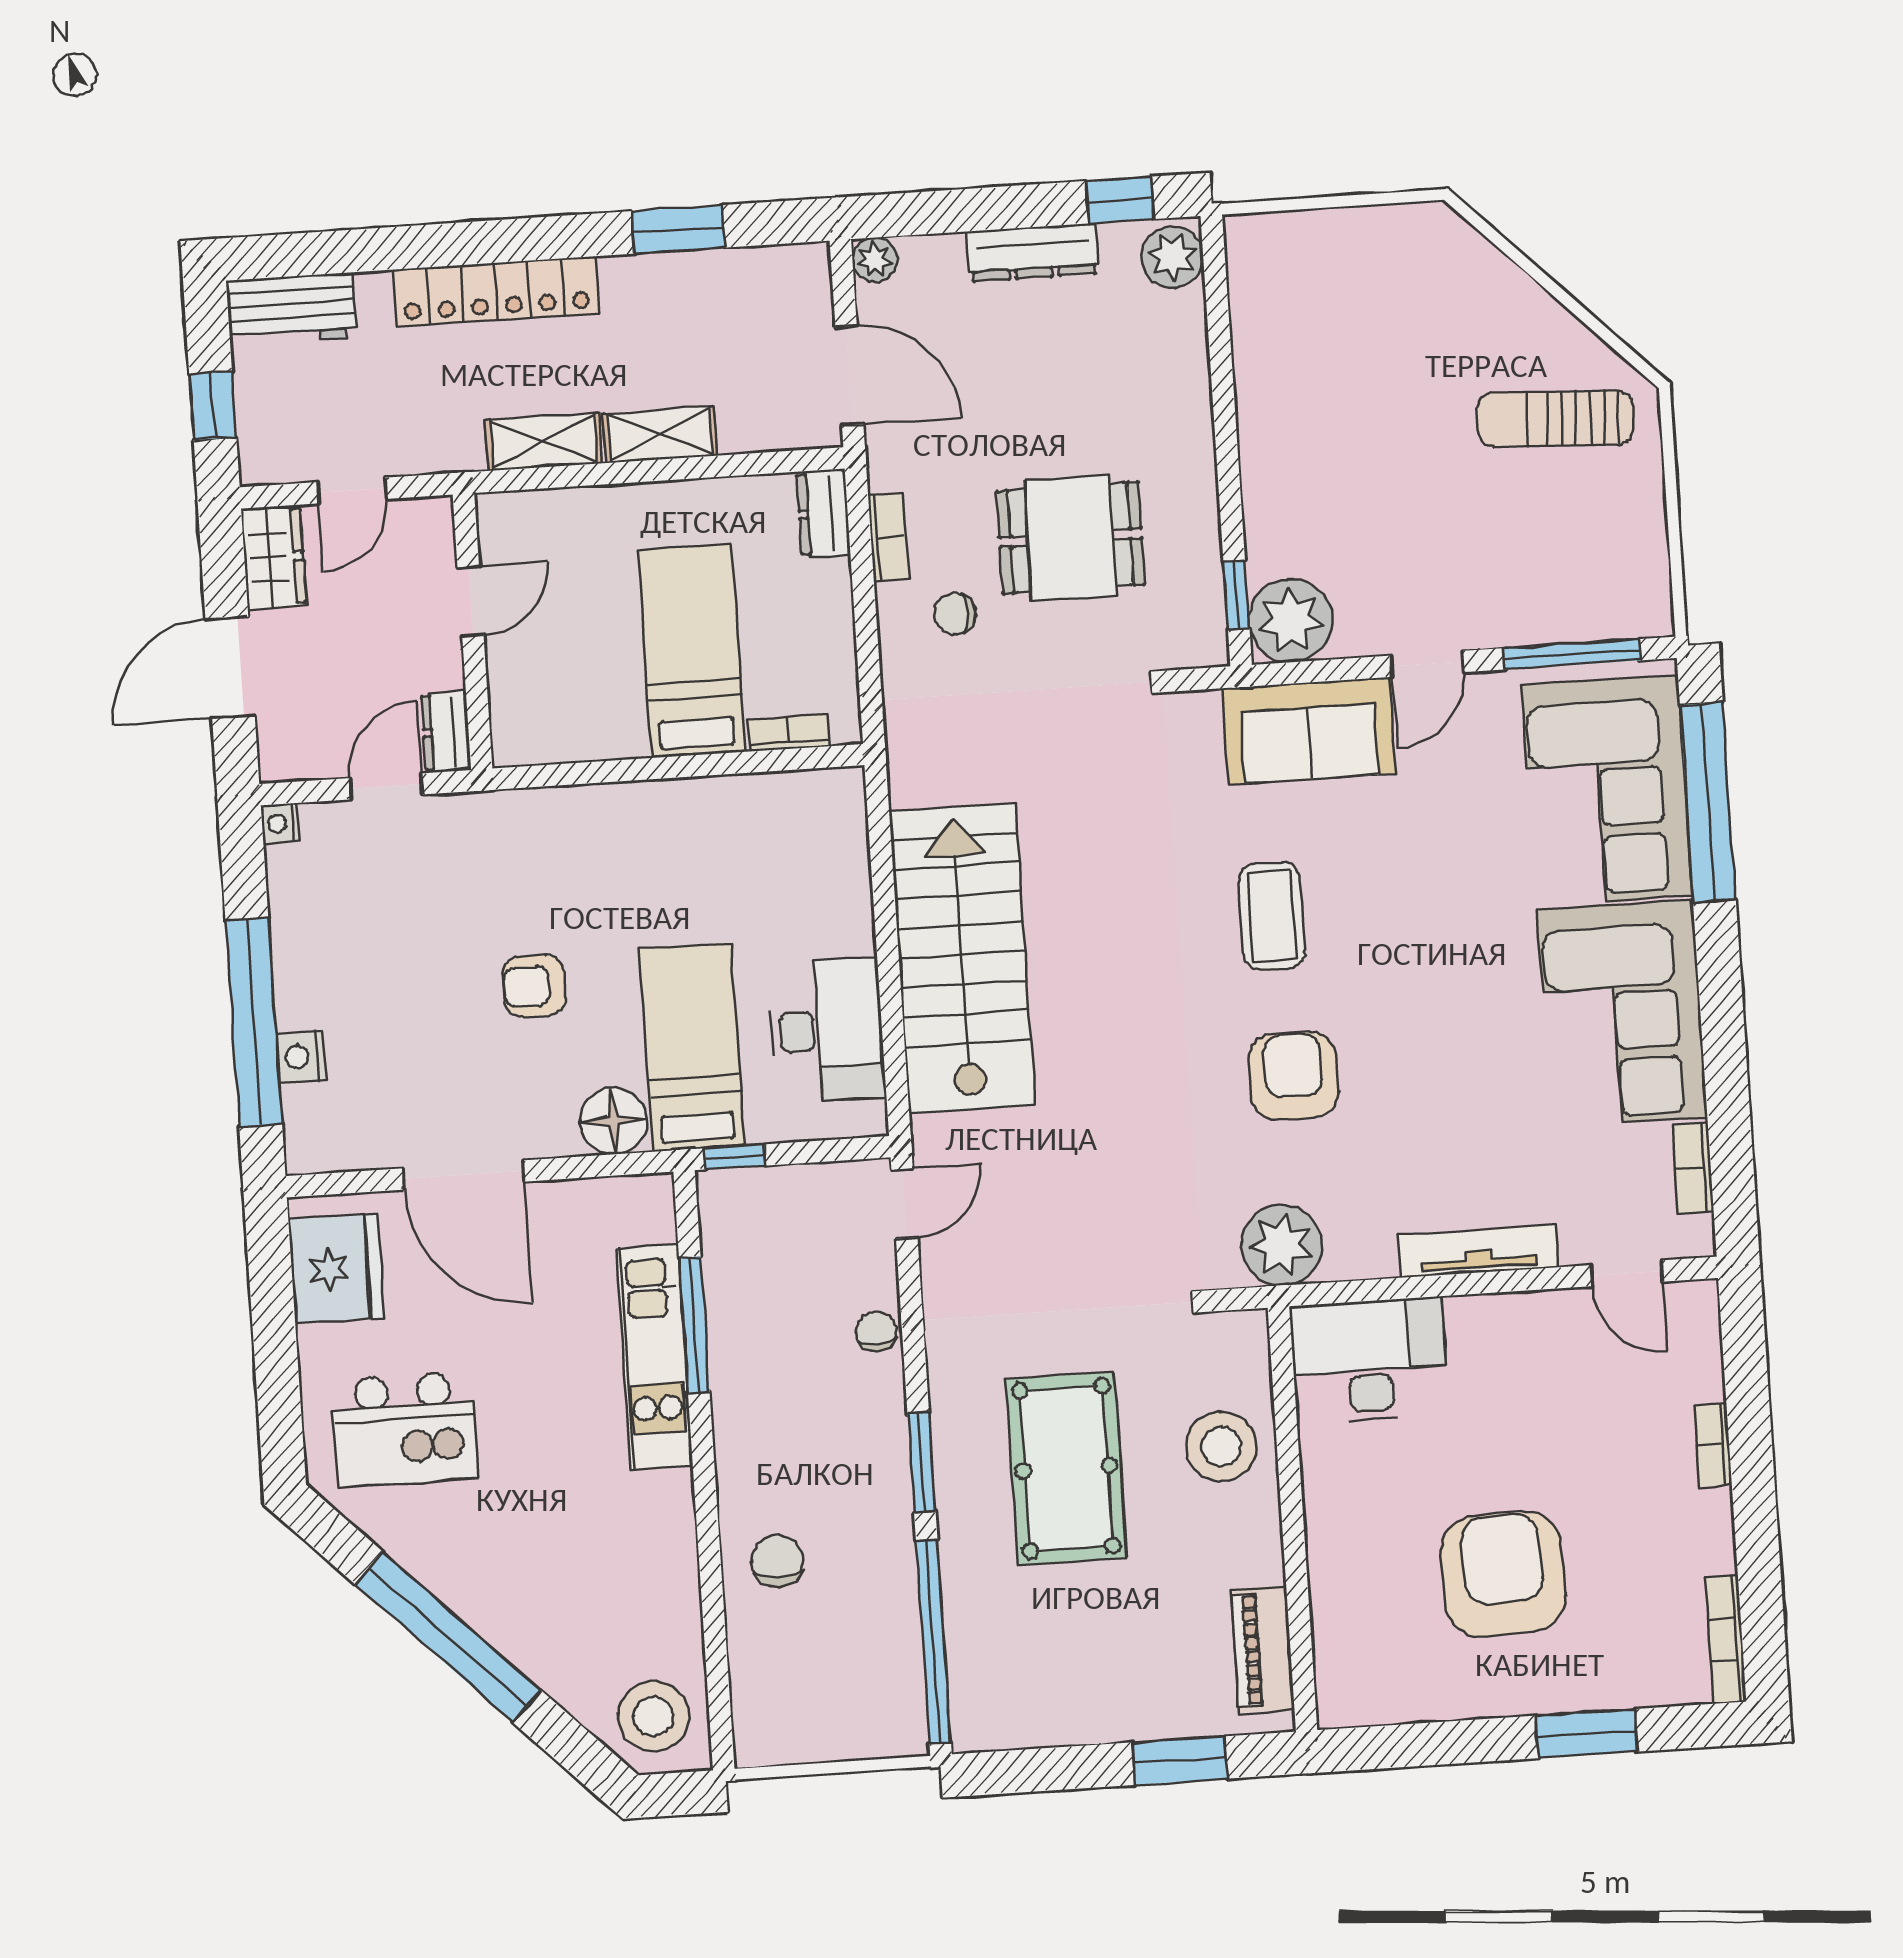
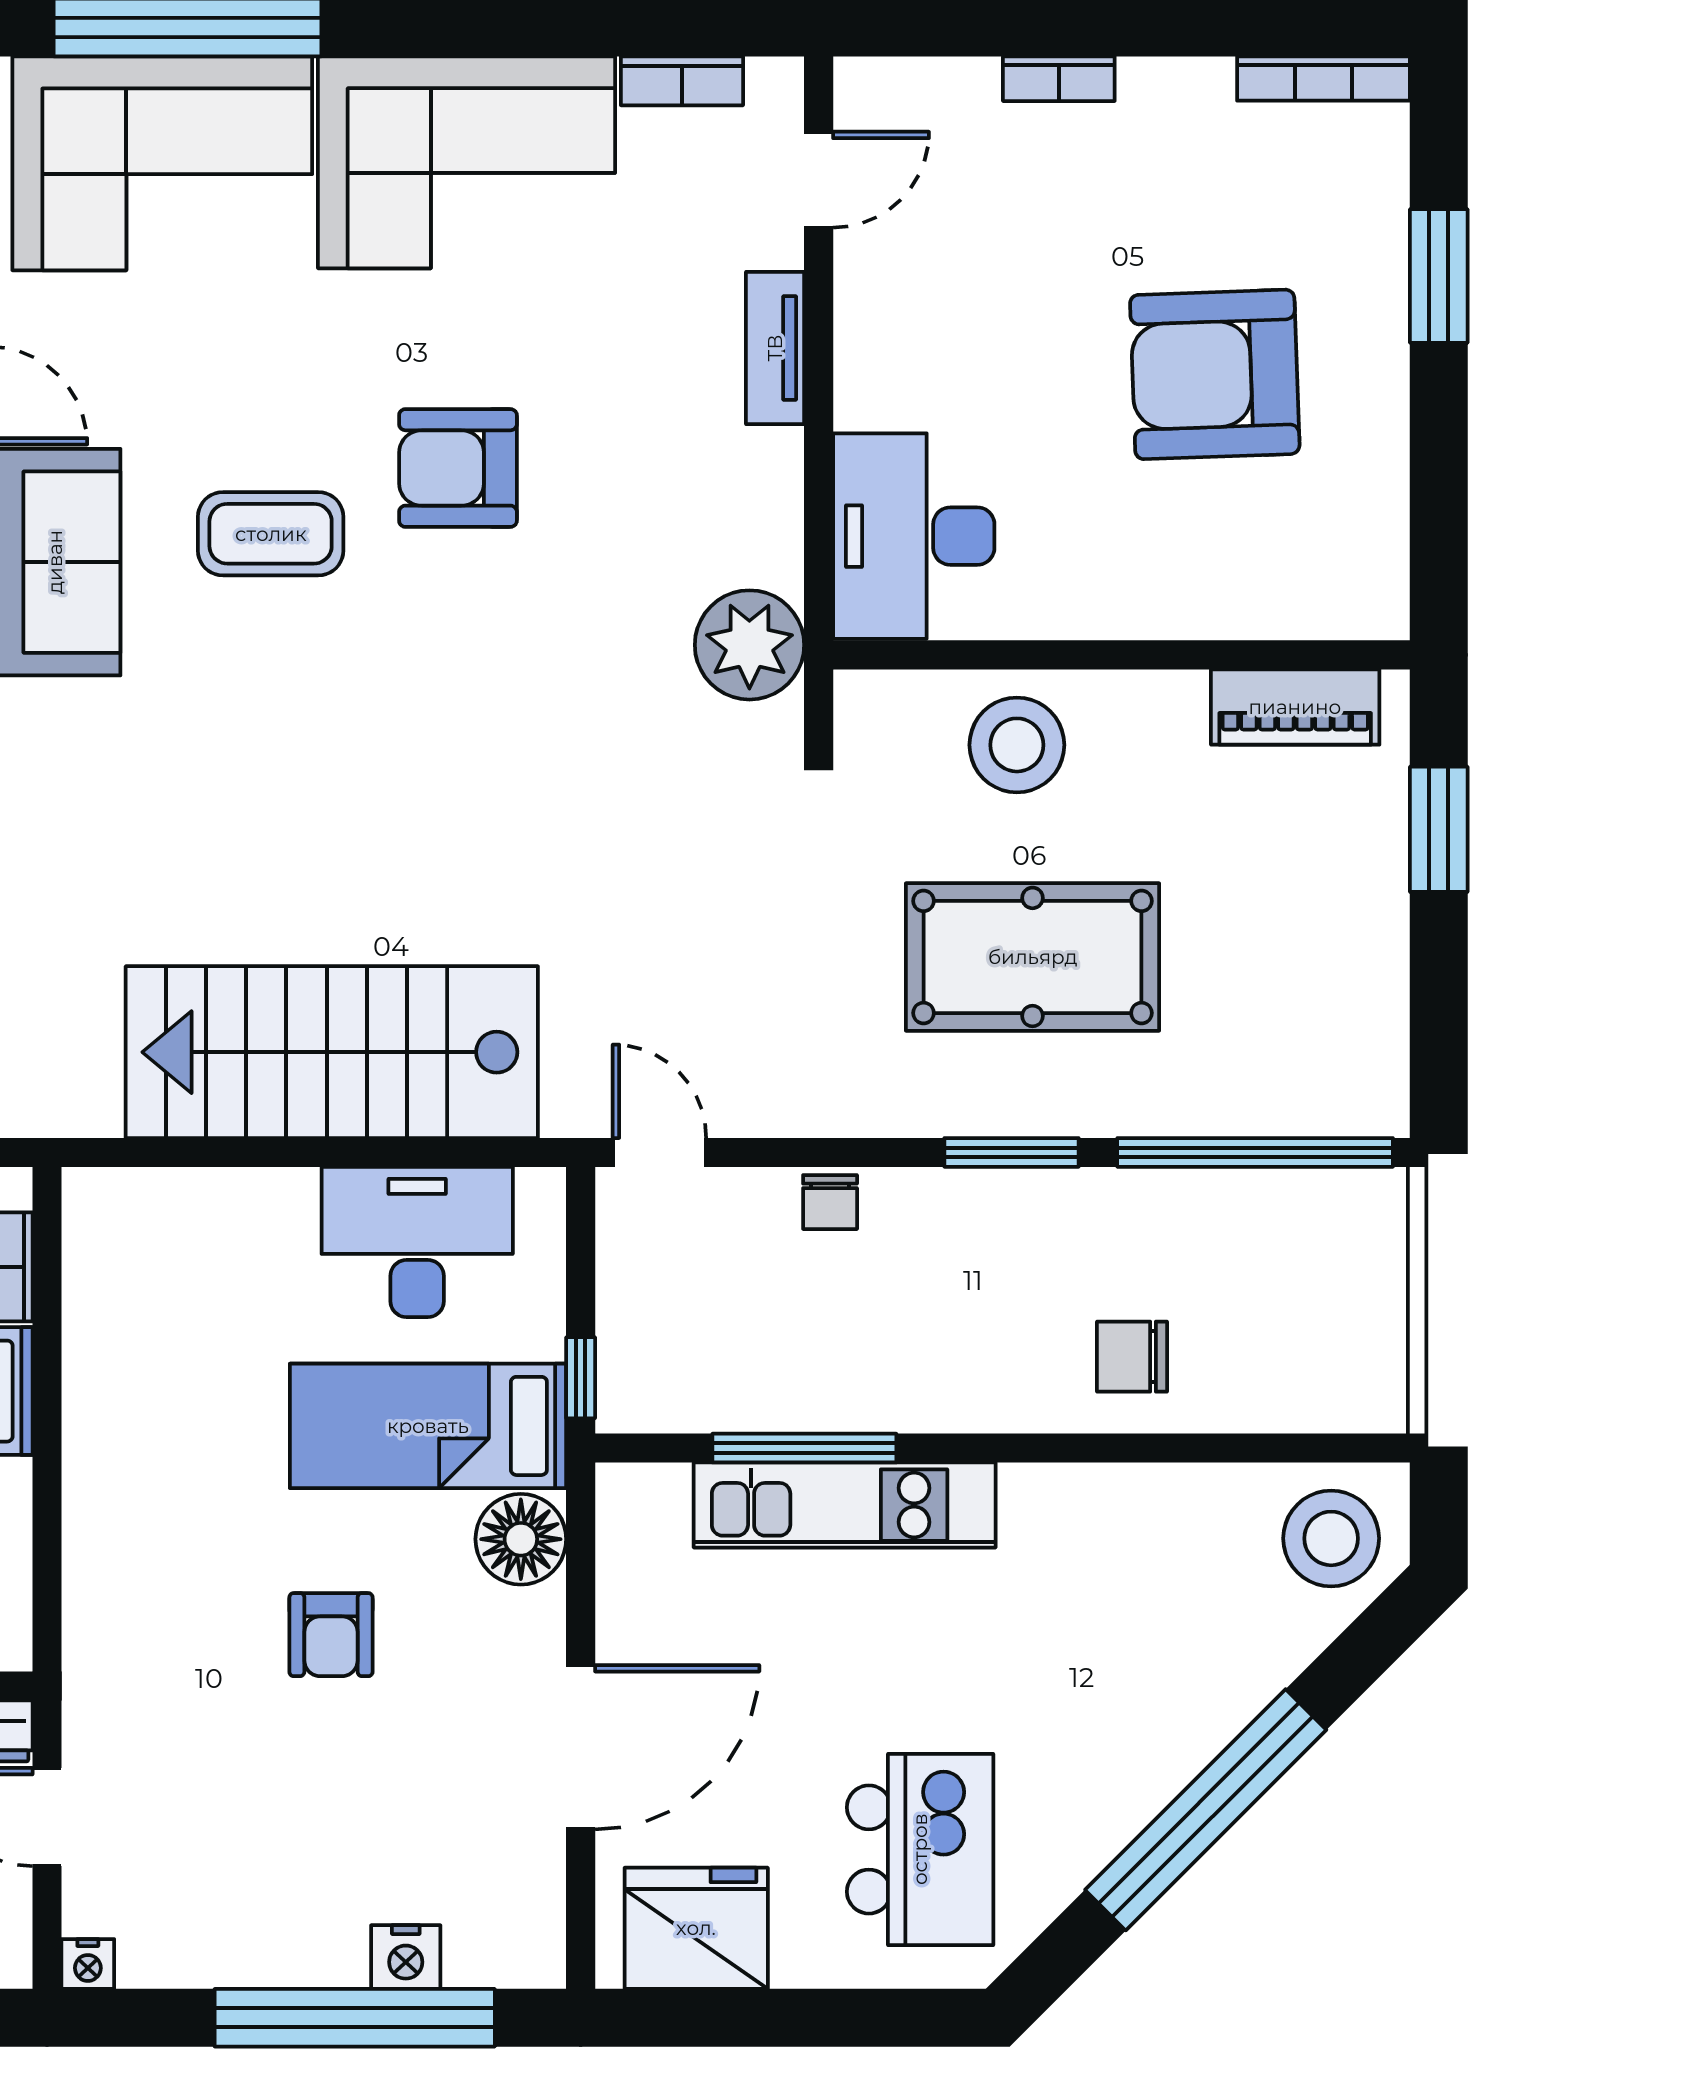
coffee table: (1272, 916) -> (271, 534), moved
armchair: (1293, 1076) -> (458, 468), moved
tv unit: (1478, 1251) -> (775, 348), width x0.71
chair: (876, 1332) -> (830, 1202), turned -90

